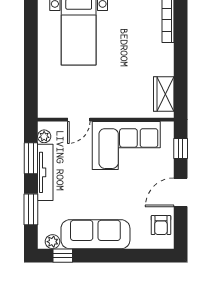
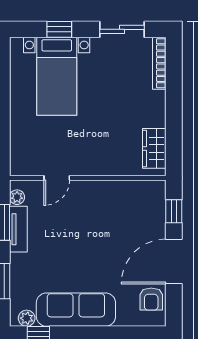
corner sofa: (126, 145) -> (111, 208), removed
tv unit: (45, 172) -> (18, 229), width x0.71
door: (181, 192) -> (174, 261), width x1.36

